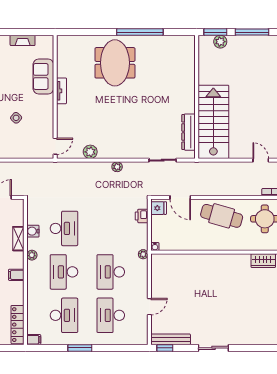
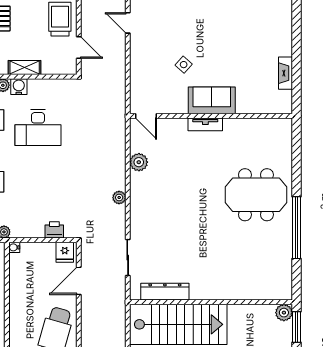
plant: (220, 42) -> (284, 313), moved
sofa: (43, 76) -> (212, 100), moved
tv unit: (62, 91) -> (205, 124), moved
water cooler: (33, 231) -> (19, 87), moved

